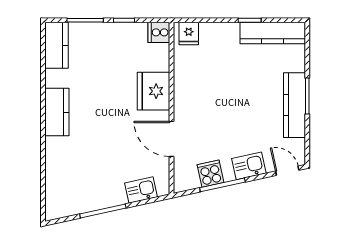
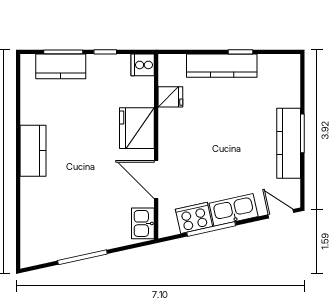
kitchen counter: (273, 33) -> (222, 66), moved
fridge: (189, 34) -> (170, 97), moved, turned -90
kitchen counter: (57, 45) -> (61, 66), moved, turned 90
kitchen sink: (249, 166) -> (234, 210), width x1.38
cooker: (210, 174) -> (194, 218), width x1.36
kitchen sink: (141, 190) -> (143, 223), moved, turned -78

